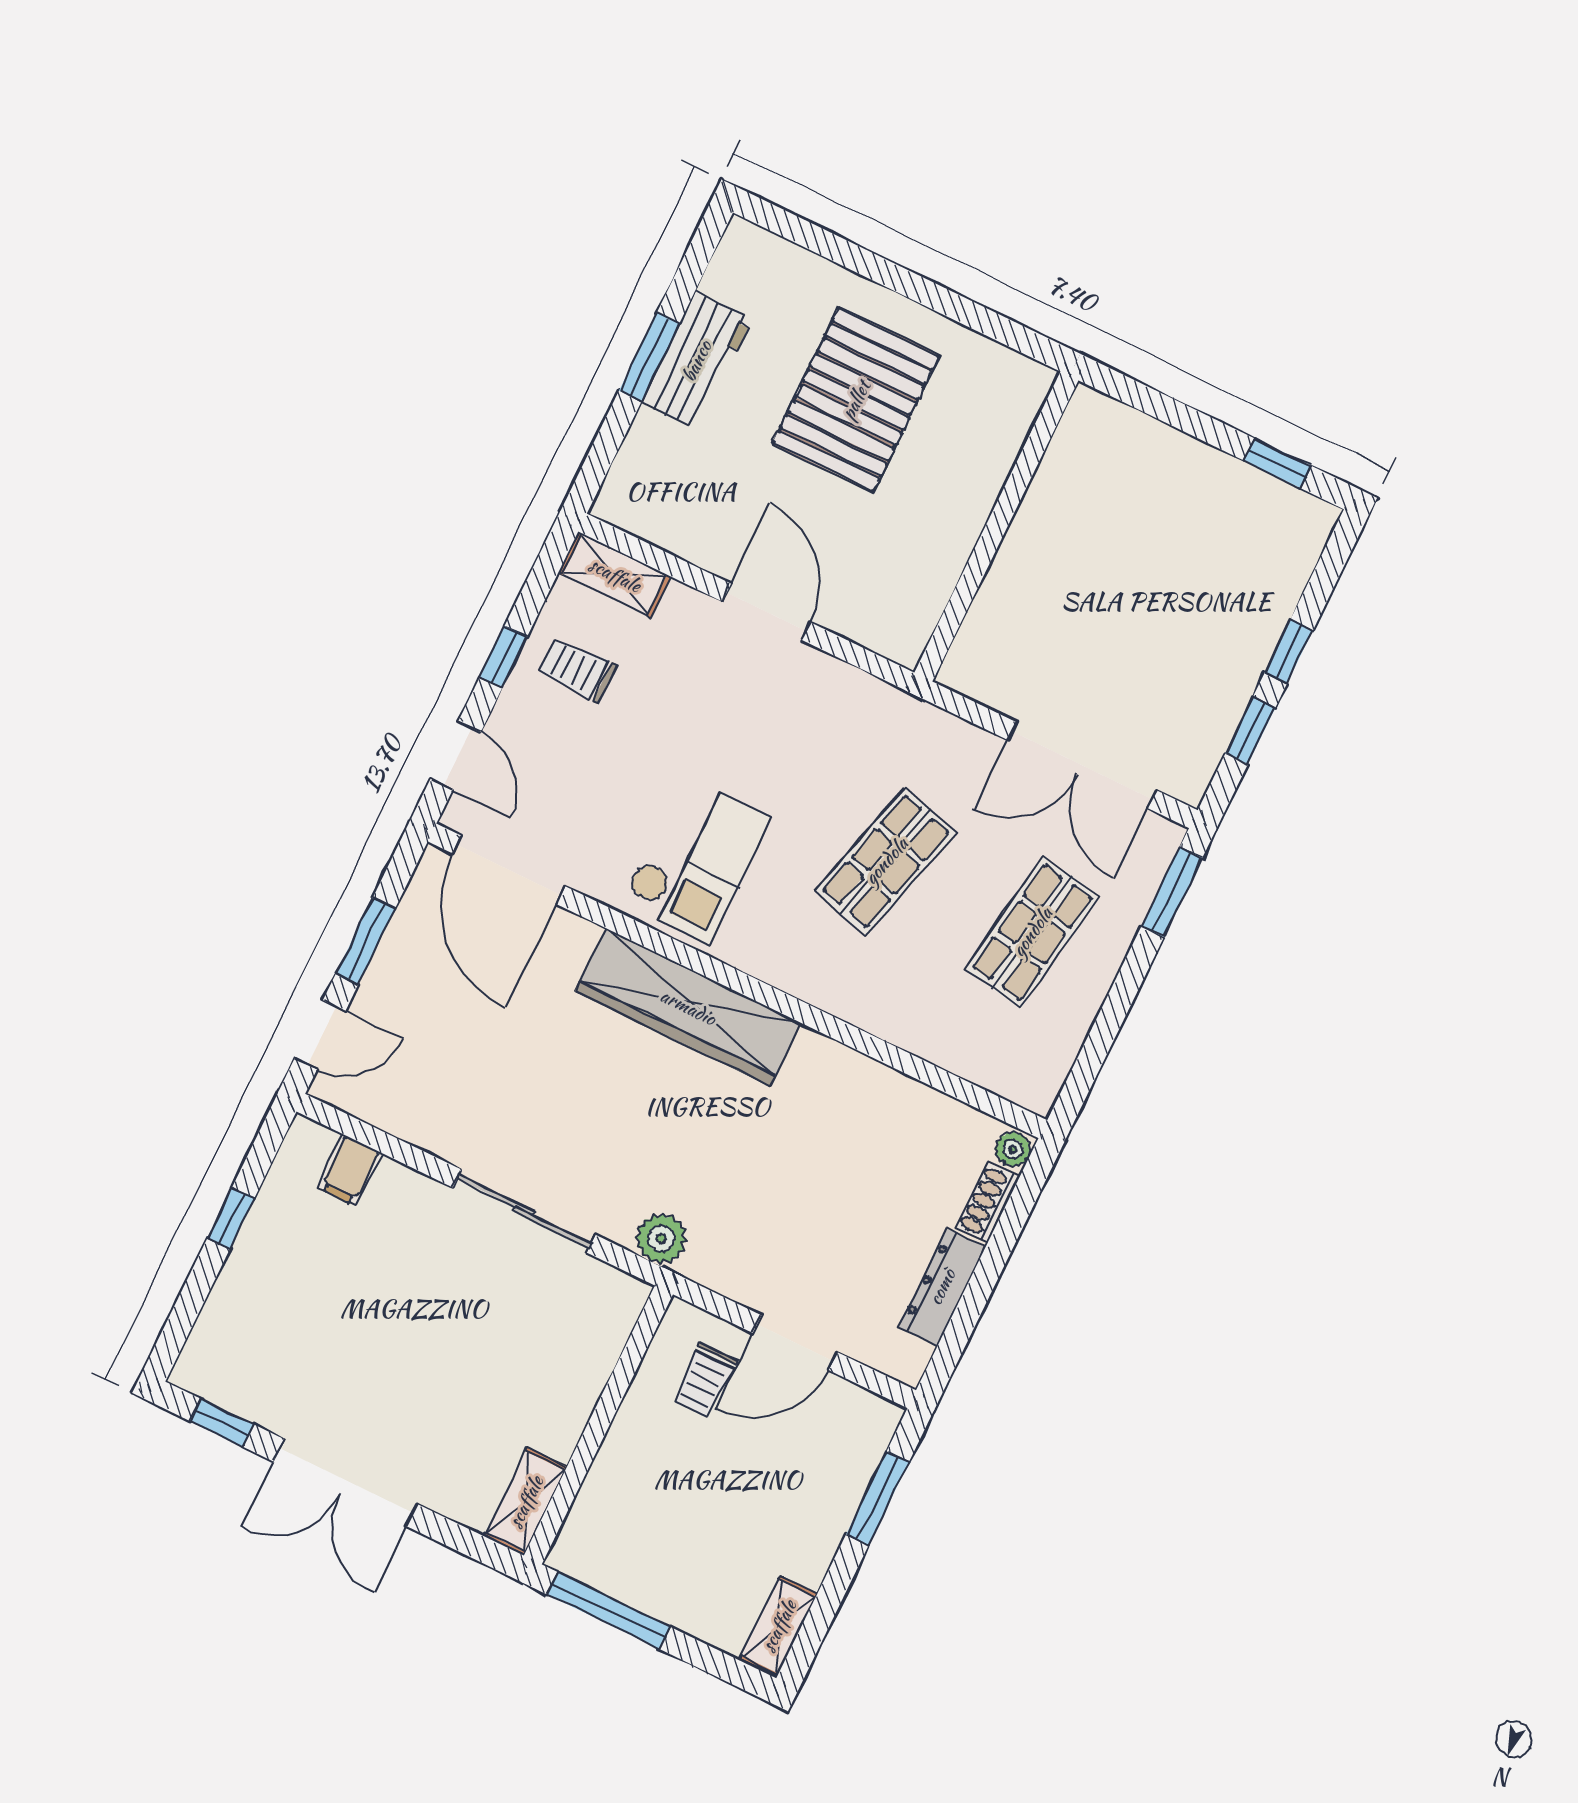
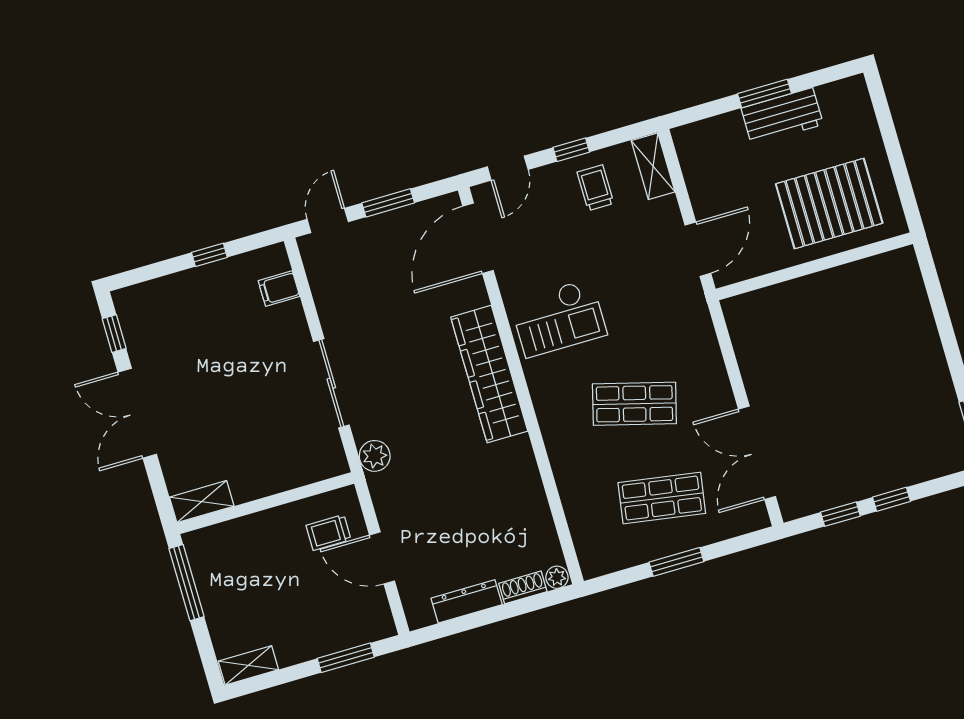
wall: (996, 526) -> (814, 266), moved
window: (1172, 892) -> (676, 562), moved
door: (320, 1035) -> (328, 220), swing flipped

